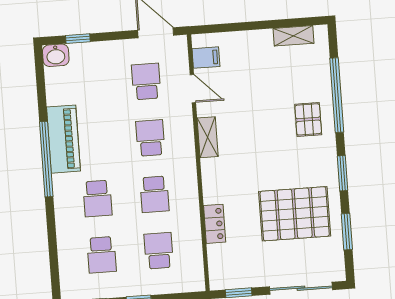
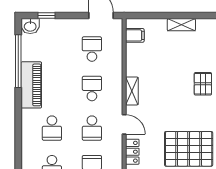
shelving: (294, 36) -> (181, 25), moved
door: (193, 89) -> (124, 124), moved
window: (46, 159) -> (18, 61), moved

